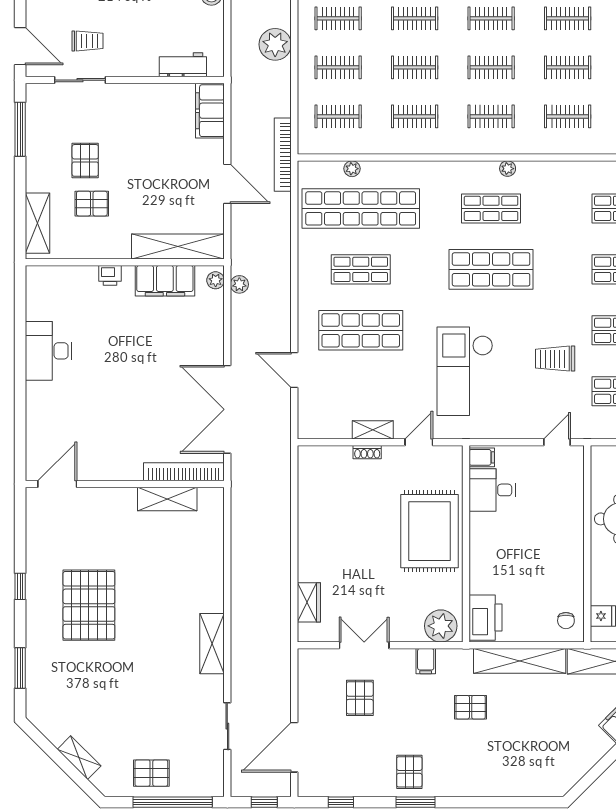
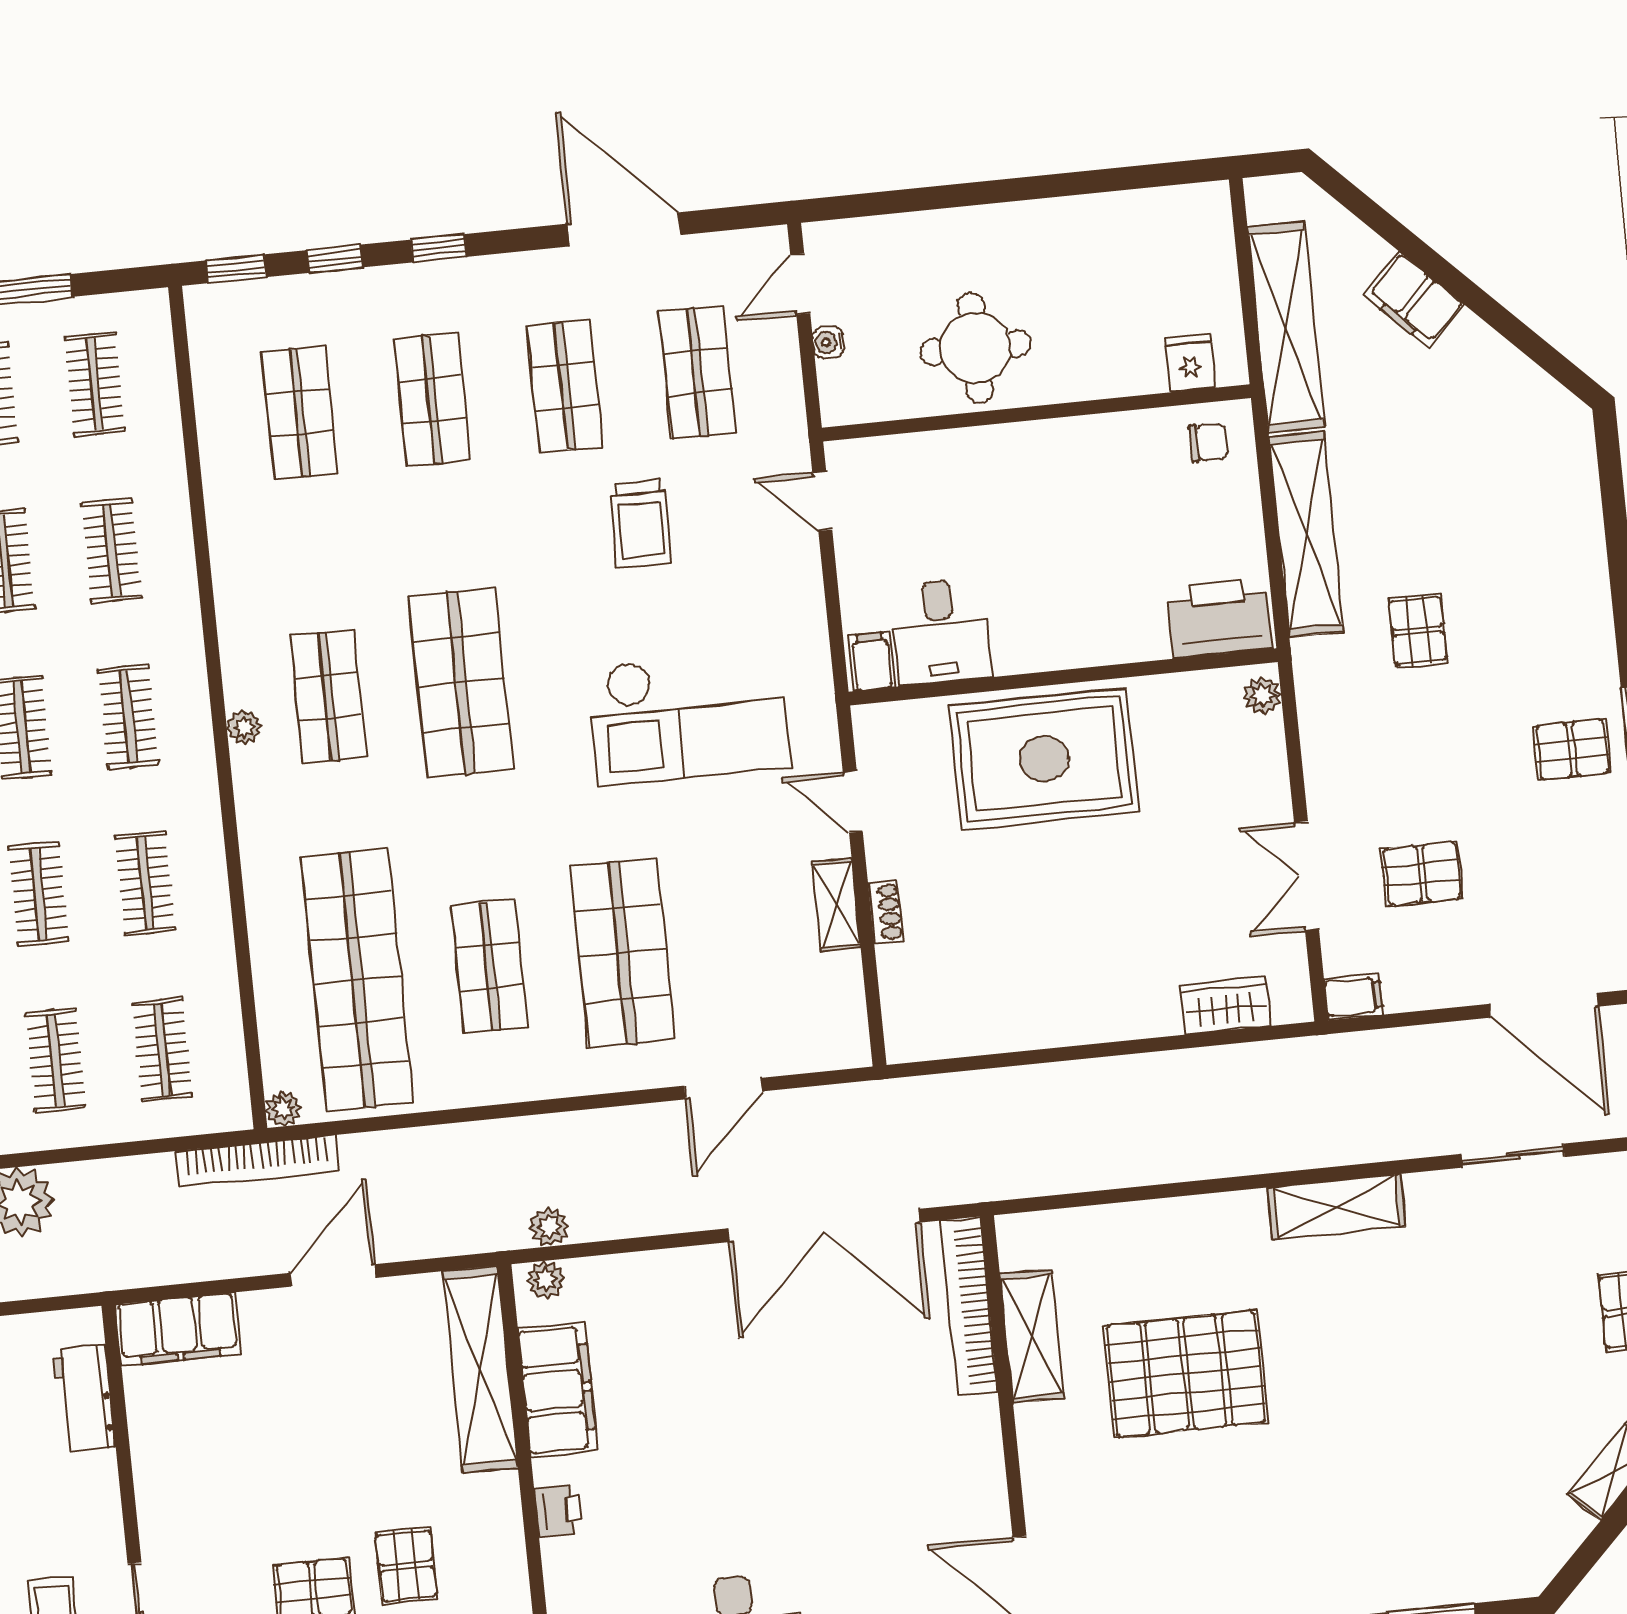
plant: (352, 169) -> (283, 1109), moved
plant: (508, 169) -> (244, 727), moved
pallet: (89, 605) -> (1186, 1374), moved
plant: (441, 626) -> (1262, 695), width x0.53, depth x0.53
filing cabinet: (426, 661) -> (1354, 997), moved

